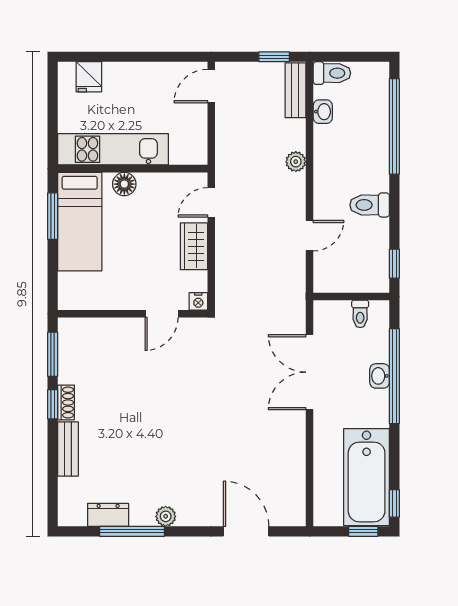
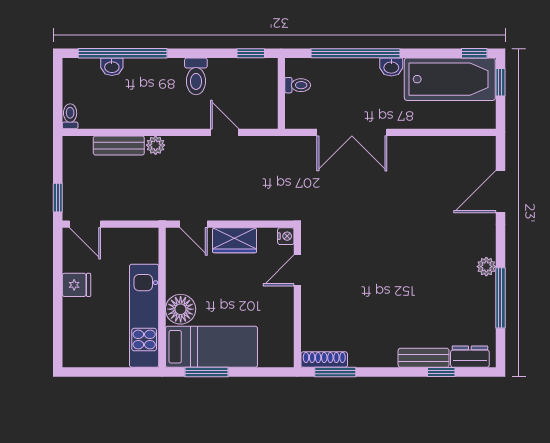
window: (274, 57) -> (58, 198), moved
toilet: (332, 73) -> (70, 116), width x0.73, depth x0.72
fridge: (89, 77) -> (76, 285), moved
bench: (295, 90) -> (119, 145), moved
washbasin: (323, 112) -> (112, 67), moved, turned 180
floor lamp: (124, 184) -> (181, 309), width x1.38, depth x1.38
door: (162, 314) -> (297, 270), swing flipped
washbasin: (380, 376) -> (391, 67), moved
shoe rack: (66, 402) -> (324, 360), moved, width x1.43
window: (53, 404) -> (441, 372), moved
dresser: (108, 515) -> (470, 357), moved, turned 90

